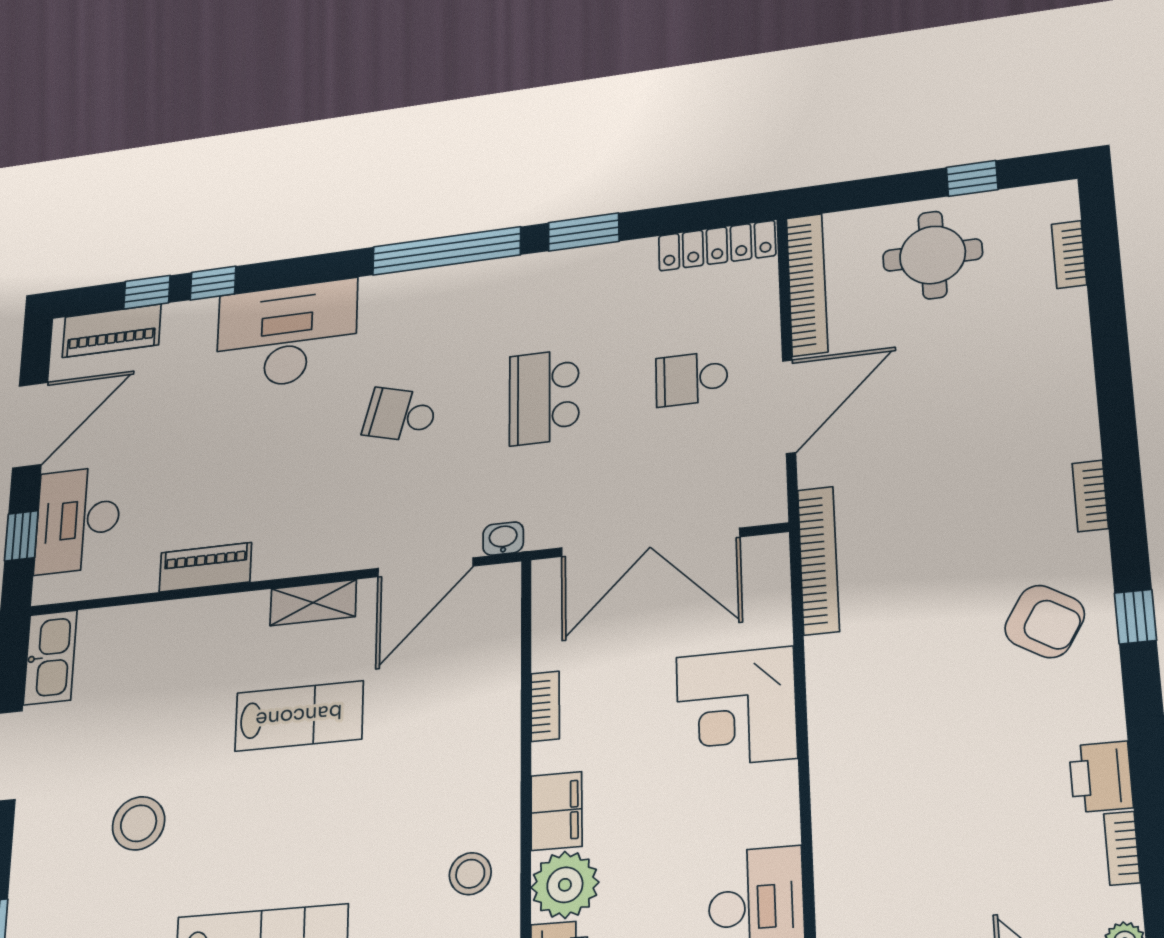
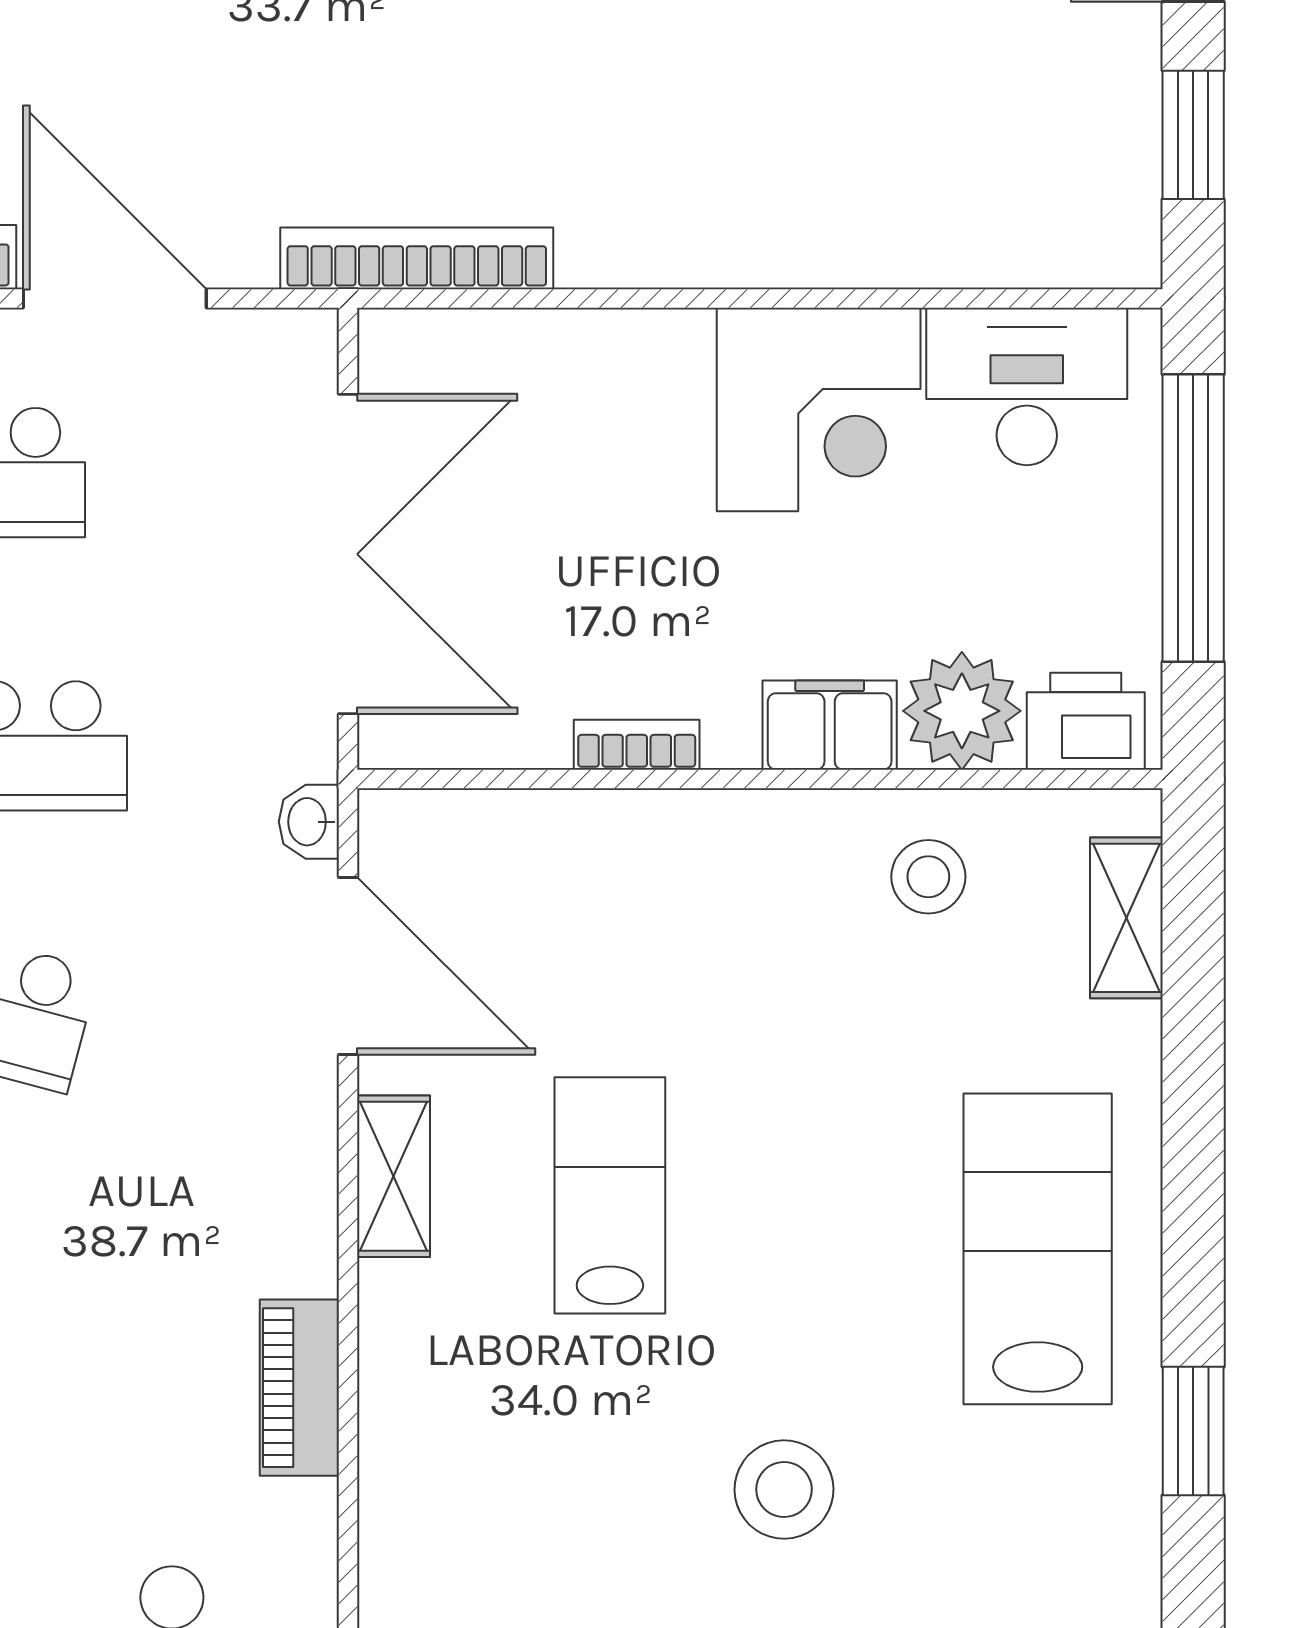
corner desk: (736, 707) -> (819, 410), moved

